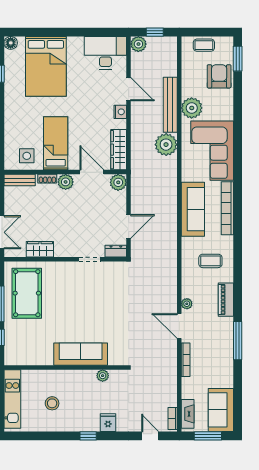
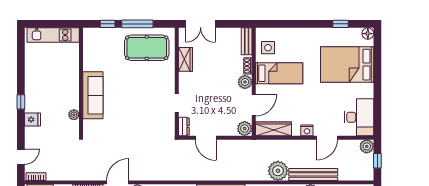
stool: (52, 403) -> (49, 70), removed

